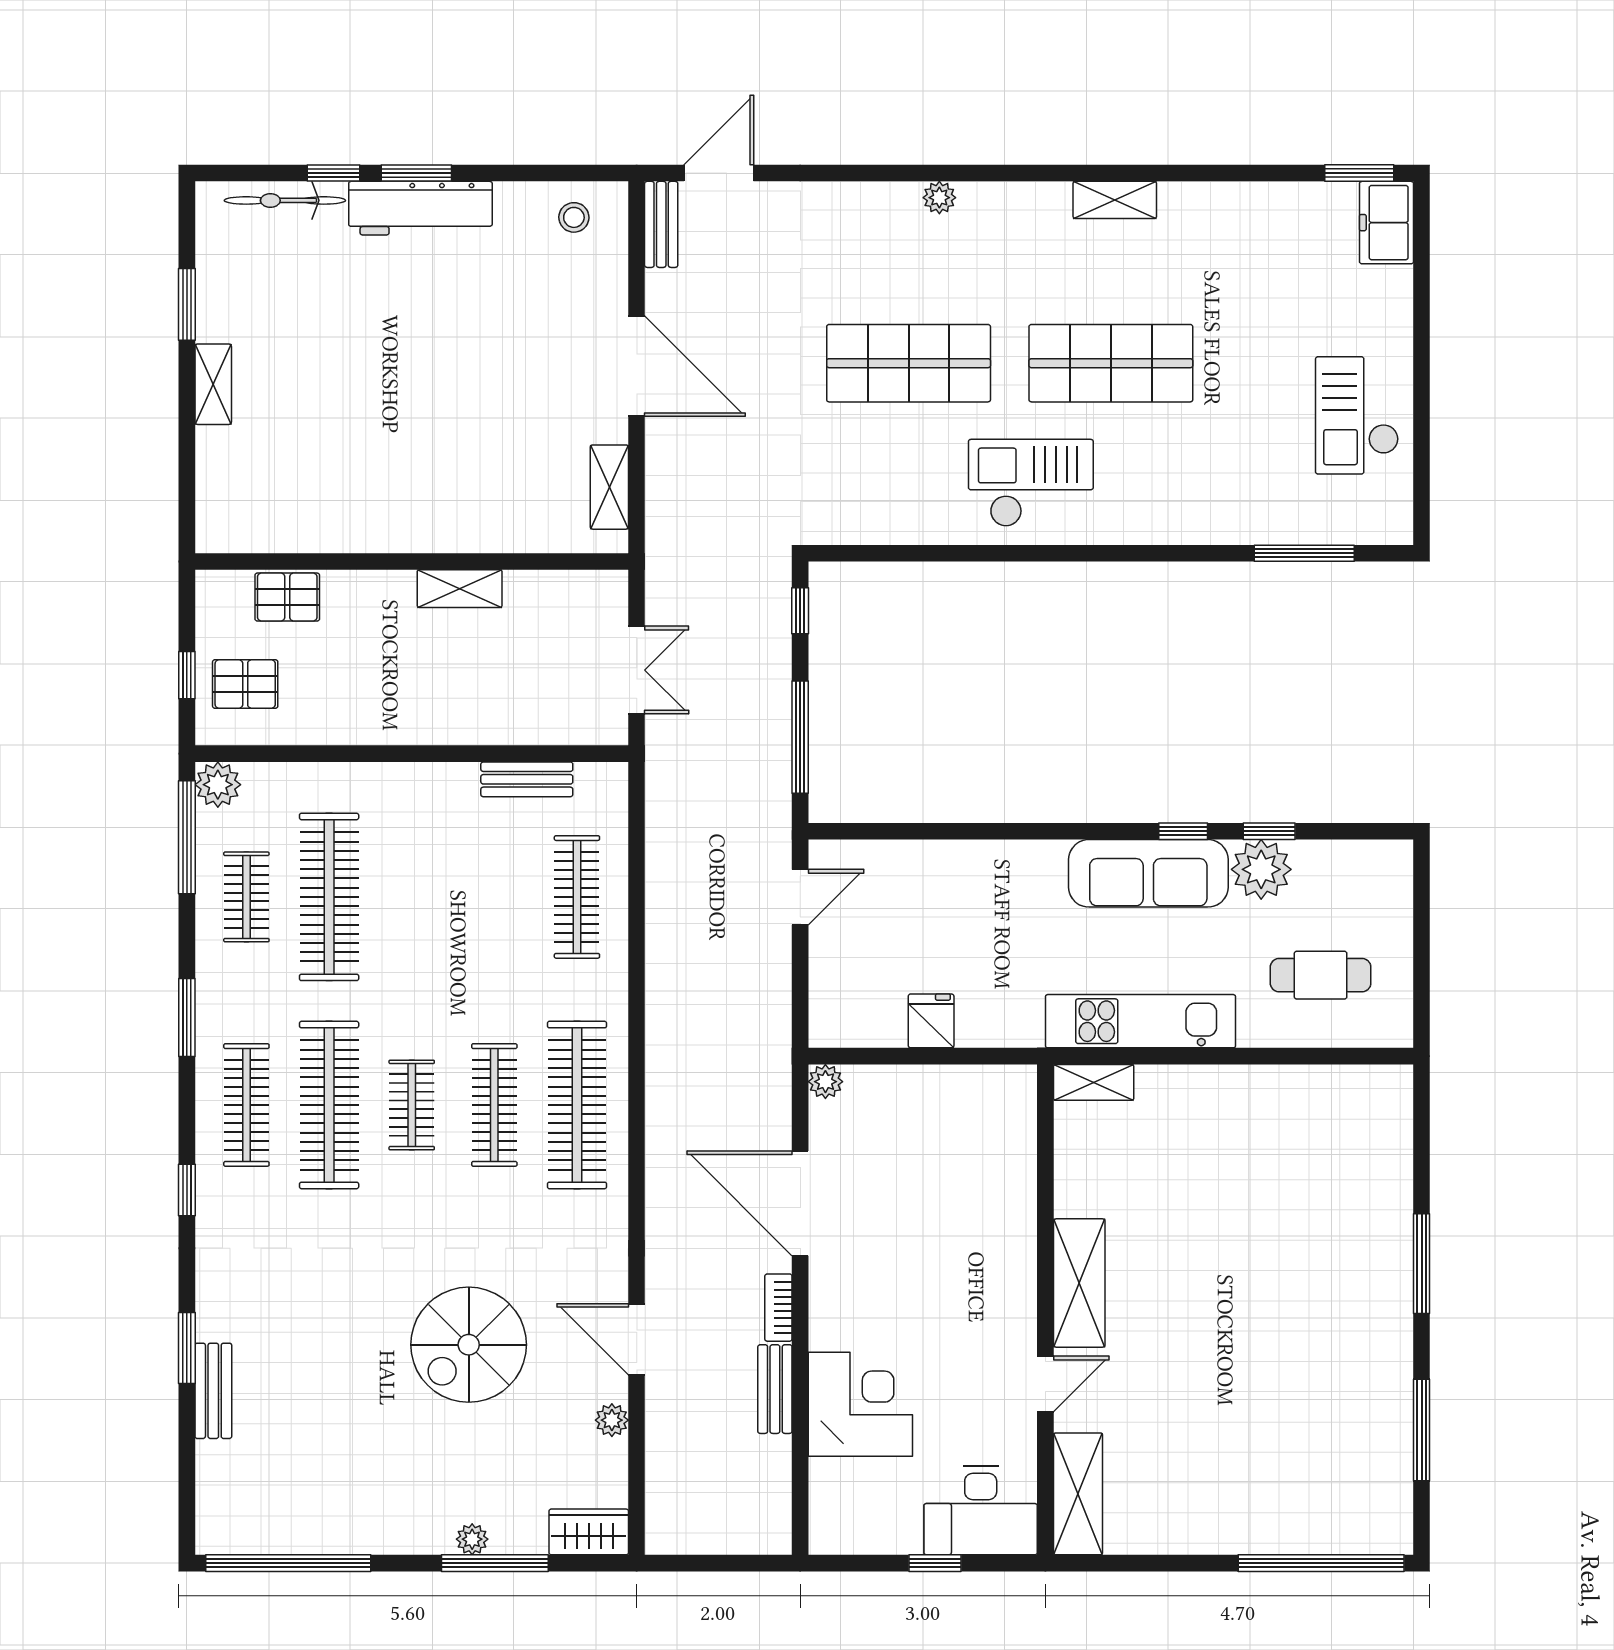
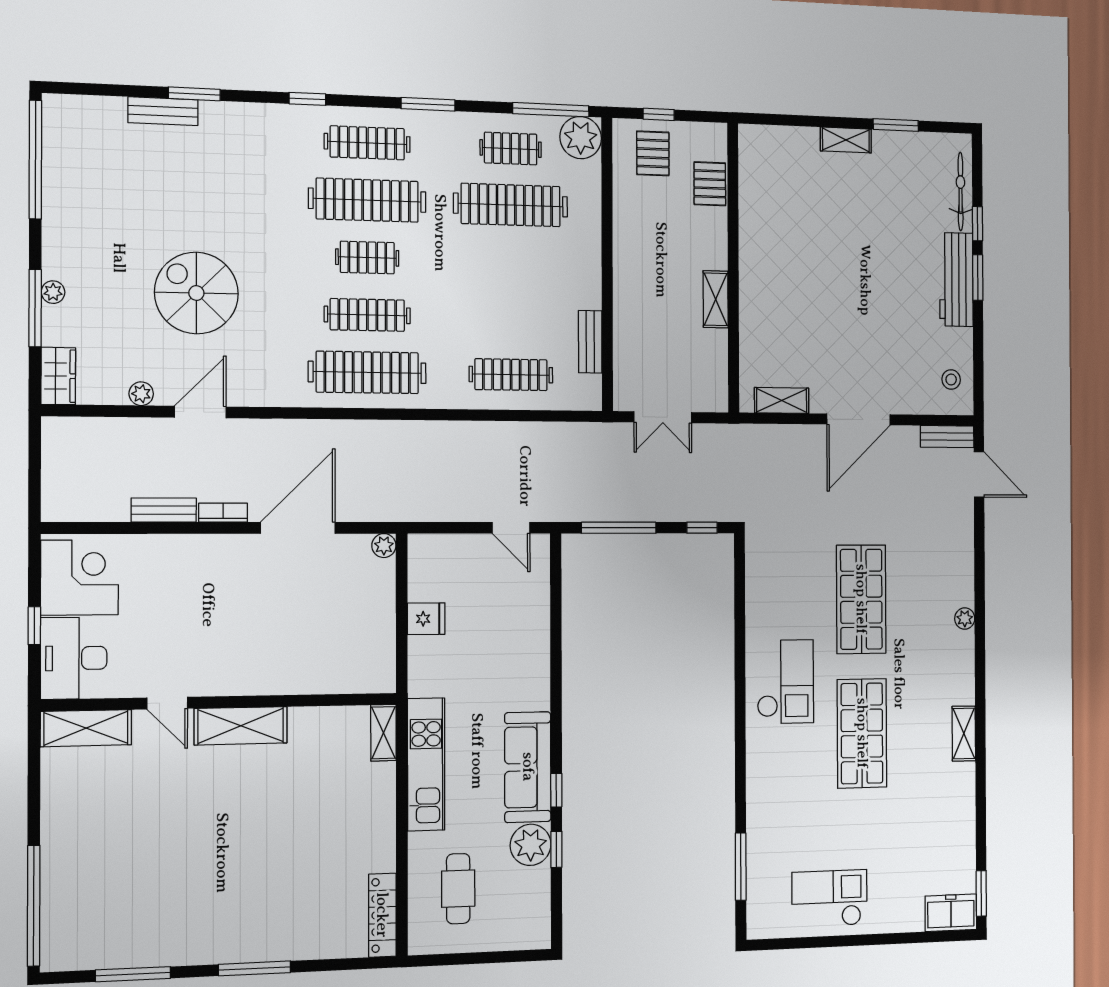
plant: (218, 785) -> (581, 138), width x1.36, depth x1.36
locker: (1354, 1084) -> (382, 915), added
corner desk: (860, 1404) -> (80, 577), moved, turned -90

